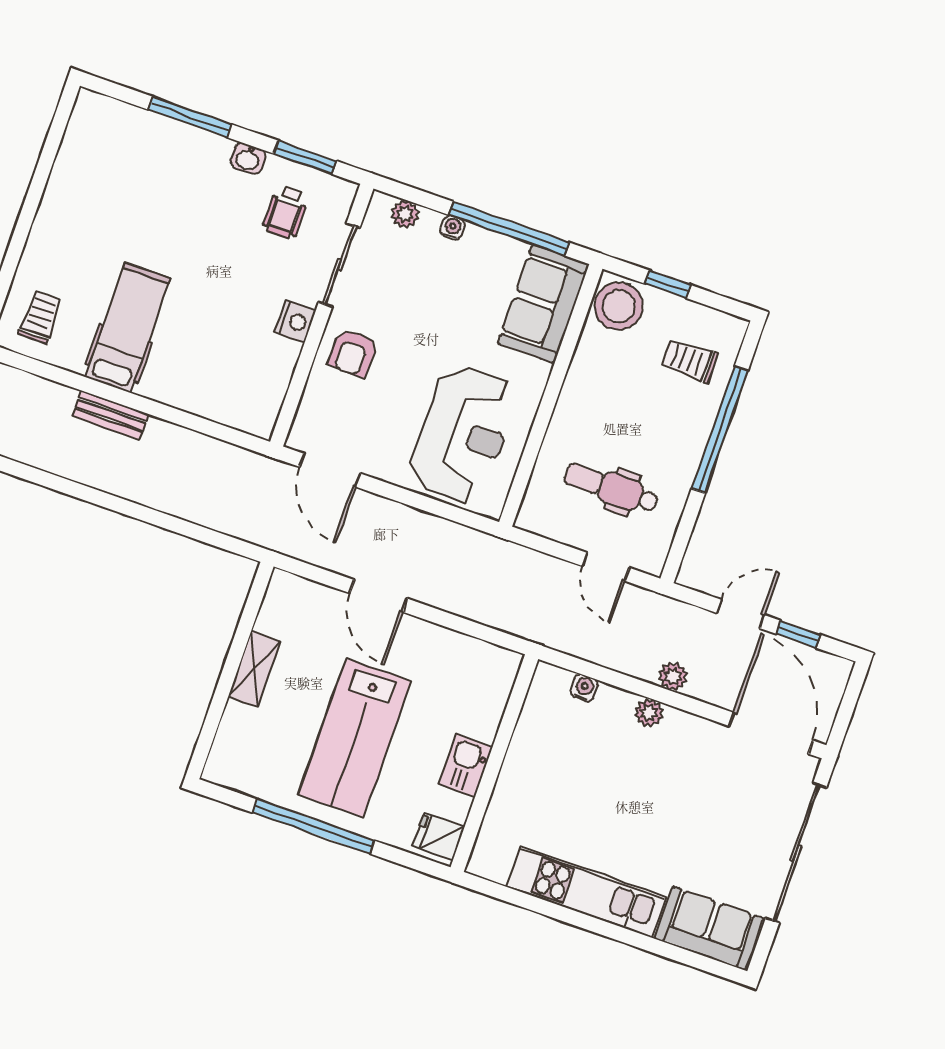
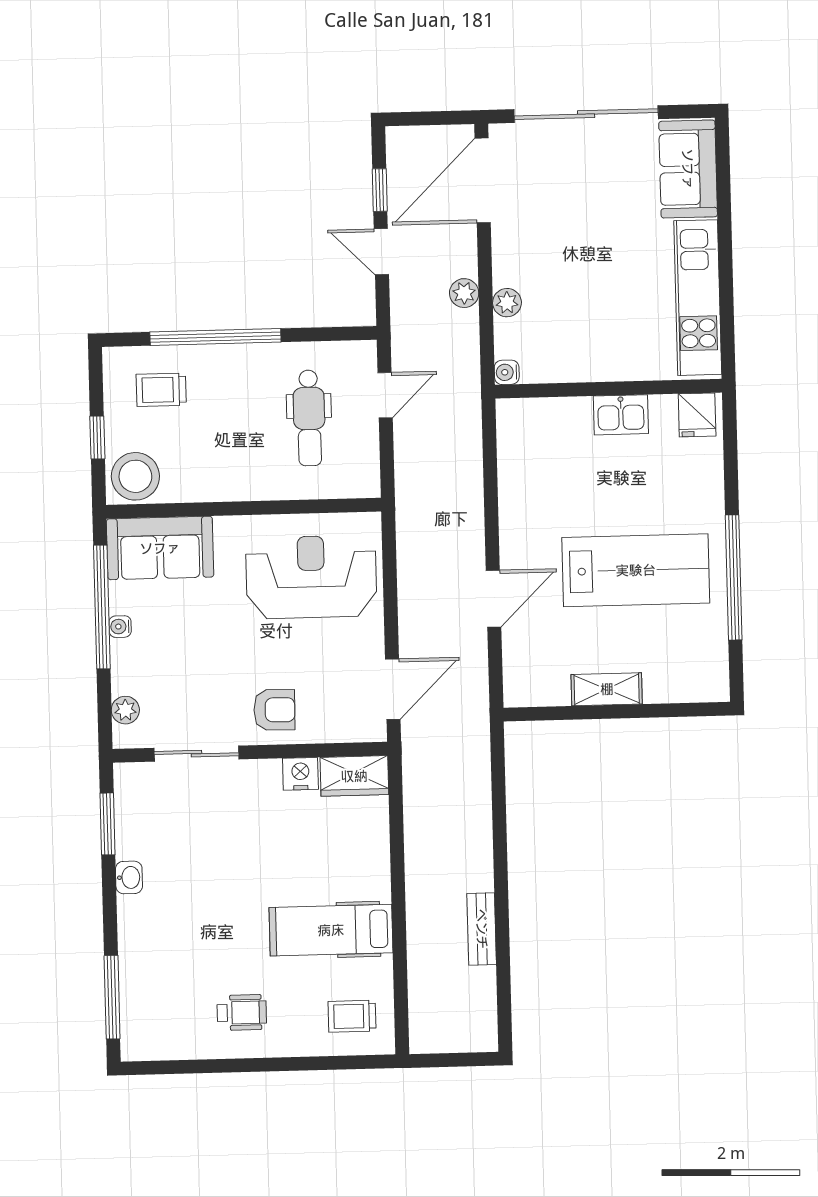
window: (190, 117) -> (112, 997), moved
wheelchair: (286, 212) -> (242, 1013), moved
water cooler: (452, 228) -> (120, 627), moved
nightstand: (295, 321) -> (300, 774), moved
trolley: (690, 361) -> (161, 390), turned 90
wardrobe: (263, 404) -> (354, 776), added
bench: (110, 415) -> (482, 929), moved
wall: (494, 763) -> (608, 389), moved
kitchen sink: (466, 765) -> (621, 415), moved
fridge: (439, 836) -> (697, 415), moved

